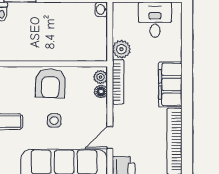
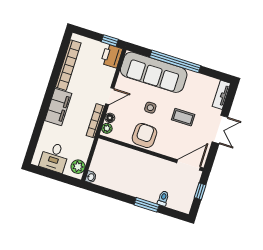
plant: (121, 49) -> (78, 167), moved
door: (110, 137) -> (110, 96), moved

